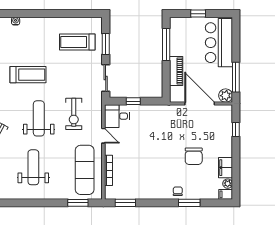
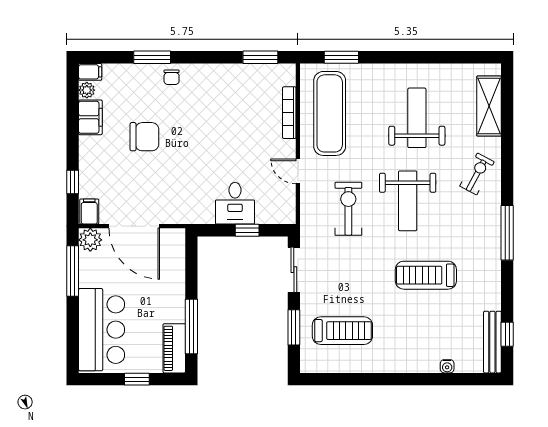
piano: (176, 71) -> (174, 348), moved
filing cabinet: (226, 112) -> (89, 212), added
desk: (117, 116) -> (235, 203), moved, turned 90
chair: (194, 156) -> (144, 137), turned 90
weight bench: (33, 167) -> (417, 118), turned 180

